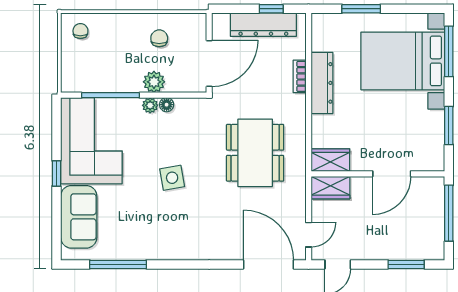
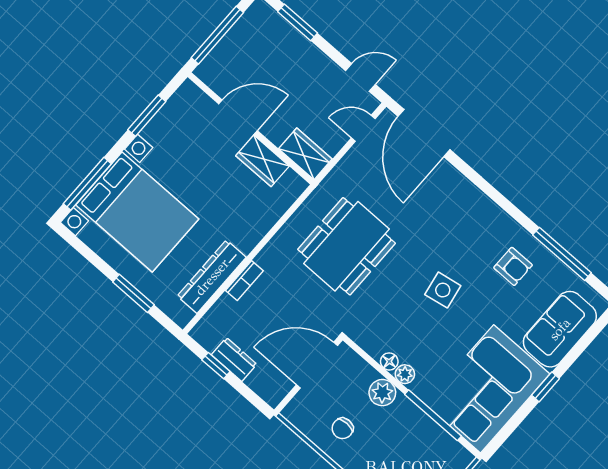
dresser: (263, 25) -> (234, 359), width x0.51, depth x0.80
dresser: (322, 83) -> (212, 277), moved
wardrobe: (330, 160) -> (262, 161), moved
armchair: (142, 230) -> (513, 266), added

